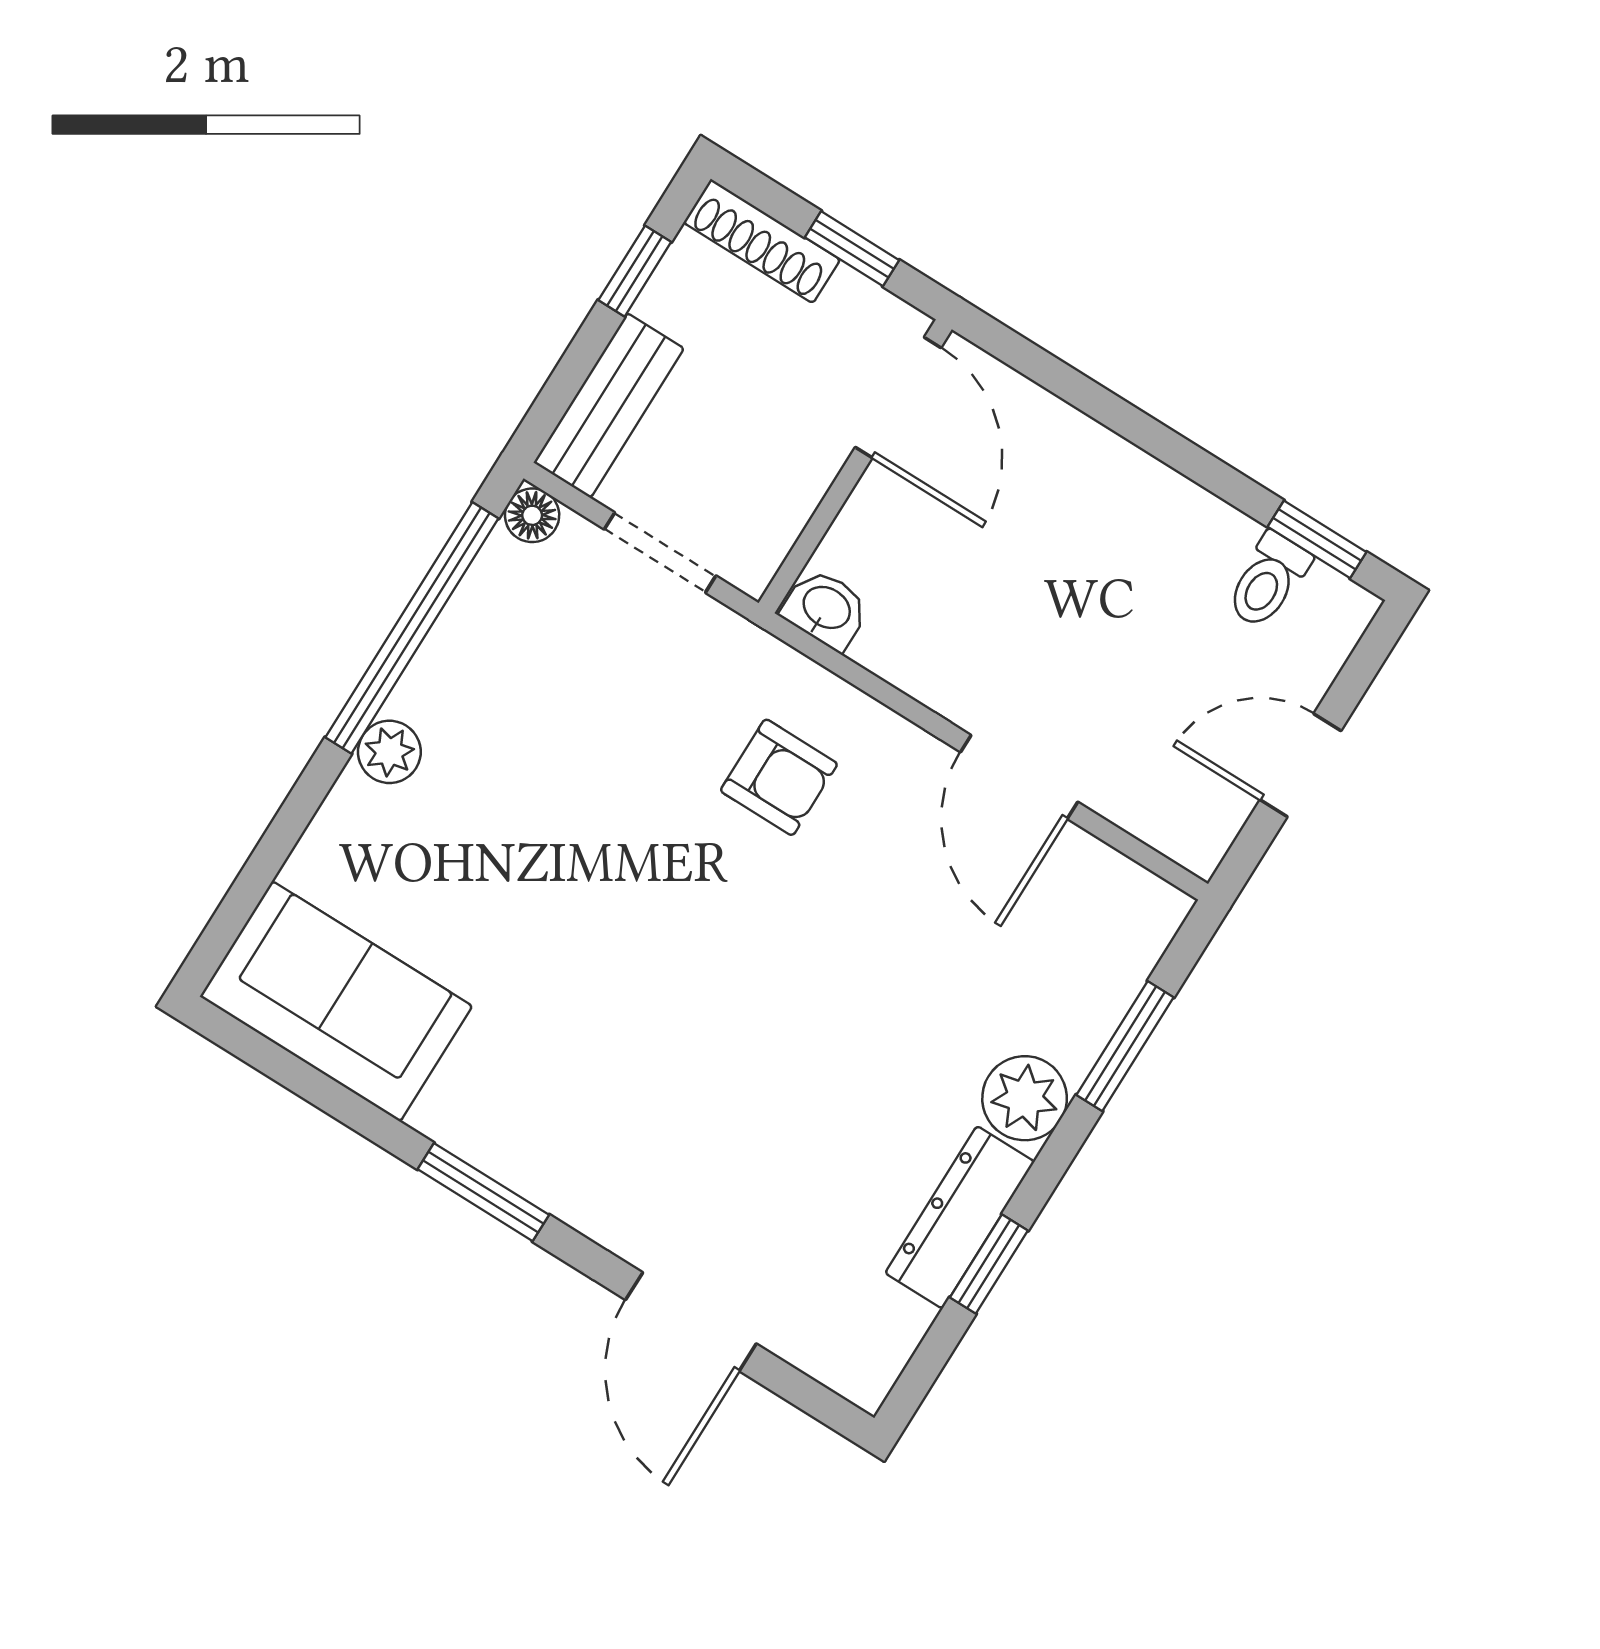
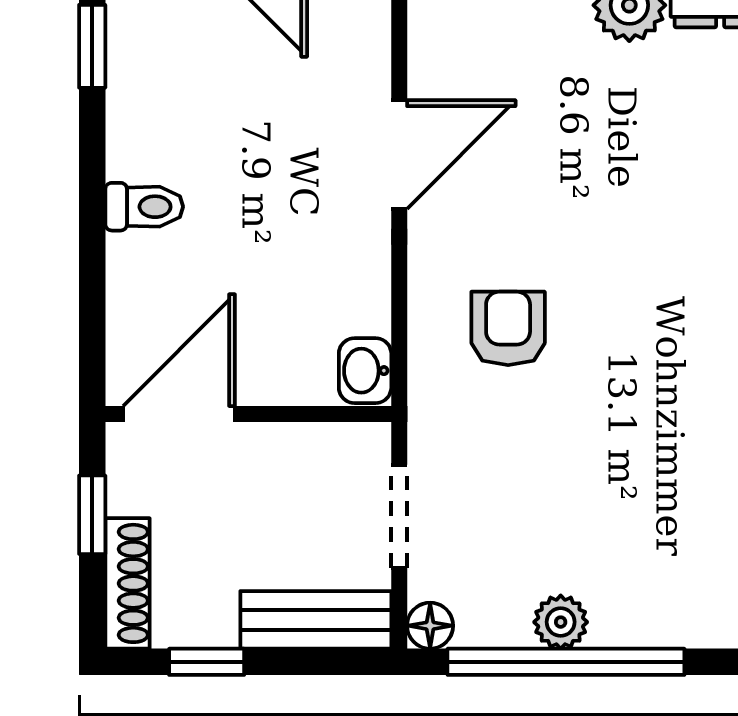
toilet: (1268, 580) -> (144, 207), moved
plant: (389, 752) -> (561, 622), moved

